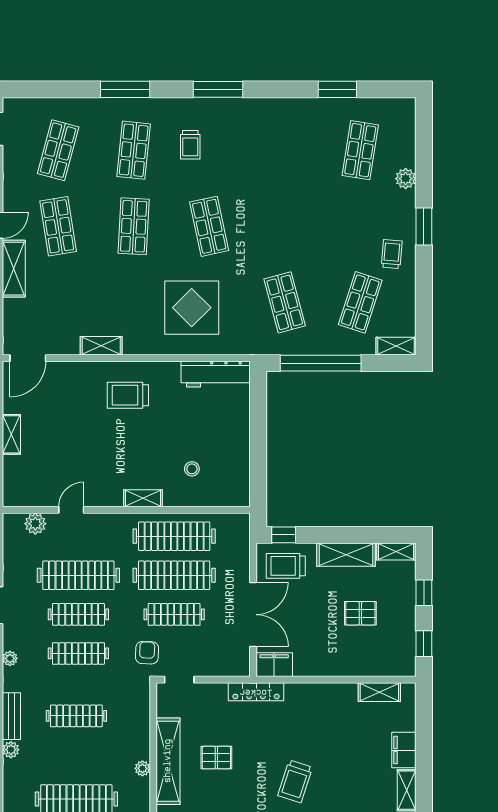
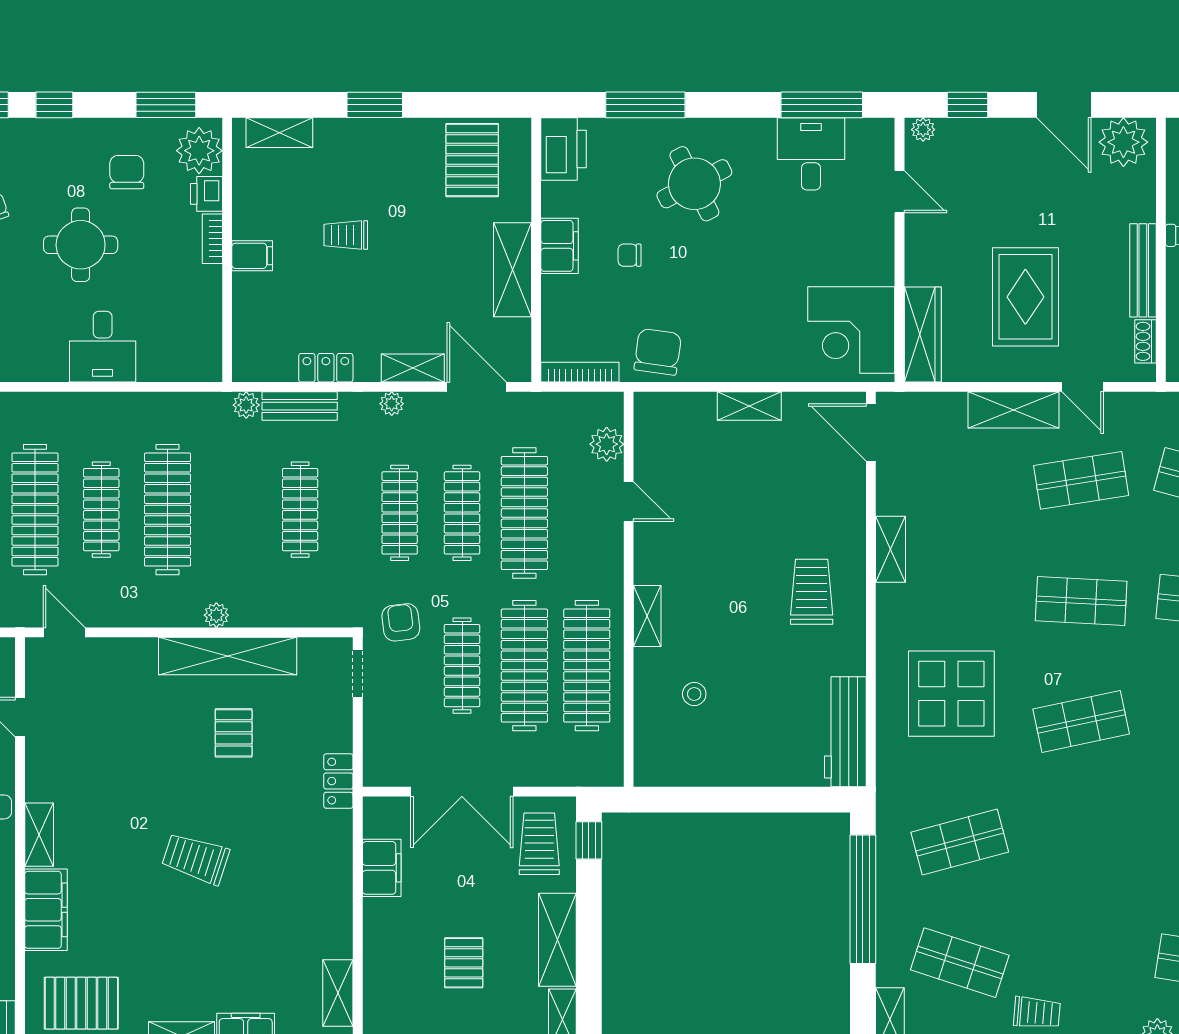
armchair: (147, 653) -> (401, 622), turned -100
filing cabinet: (274, 665) -> (382, 868), moved
locker: (256, 692) -> (338, 781), width x0.66

